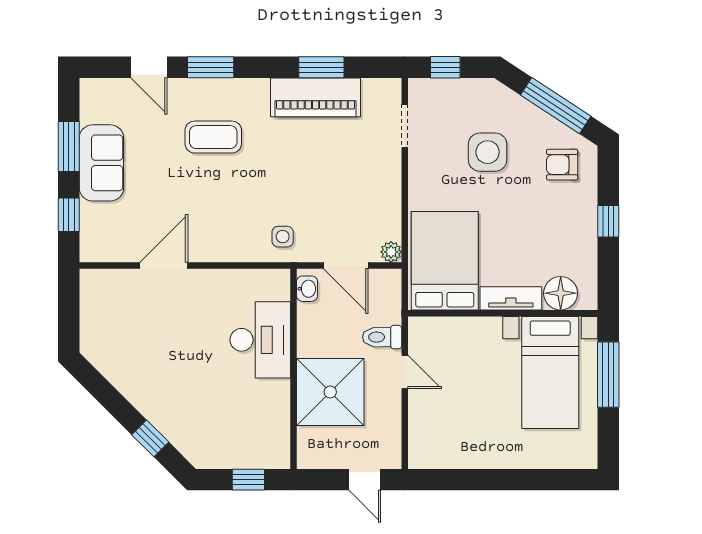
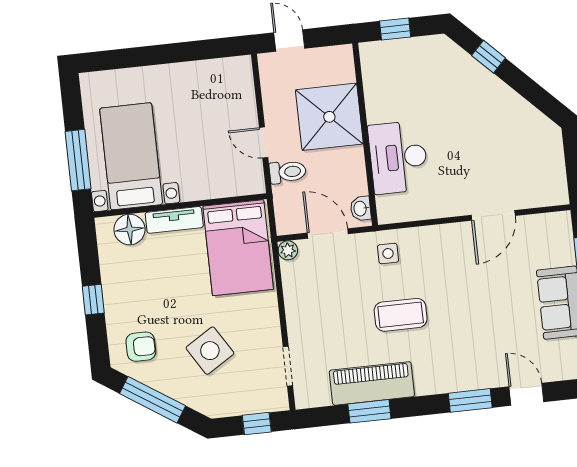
coffee table: (213, 137) -> (401, 315), moved
side table: (488, 152) -> (210, 351), turned -32

